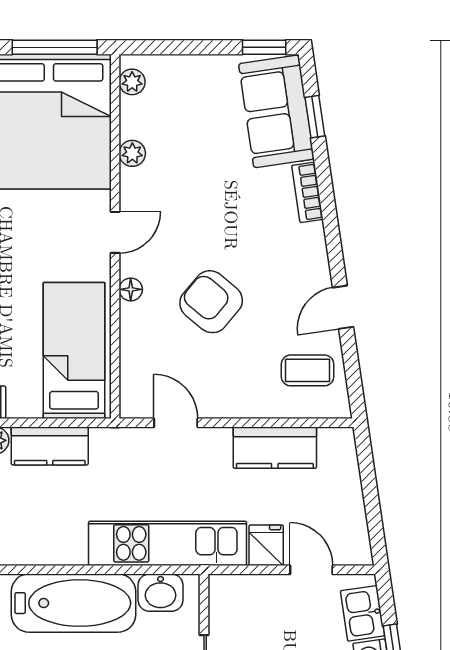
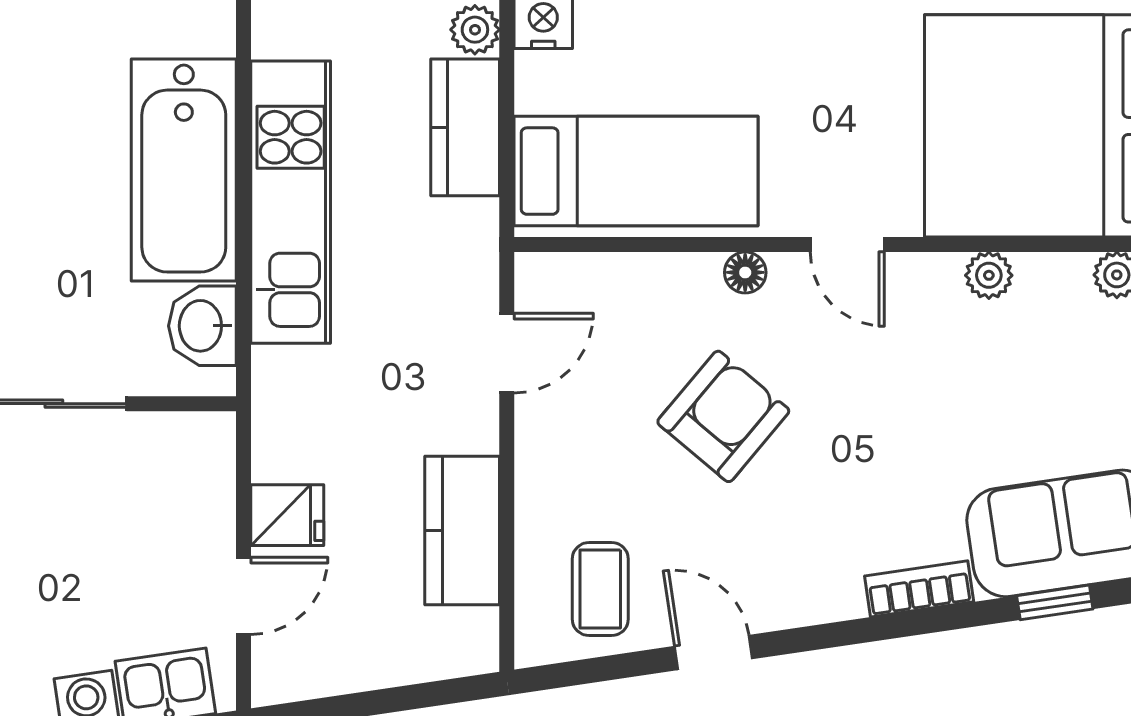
kitchen unit: (168, 543) -> (291, 202), moved

